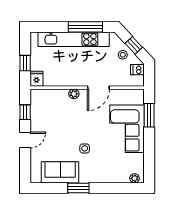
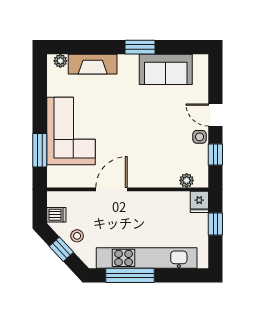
plant: (74, 94) -> (187, 180), moved
door: (25, 140) -> (215, 115), hinge flipped
side table: (85, 148) -> (200, 137), moved
fireplace: (112, 176) -> (93, 64), added

